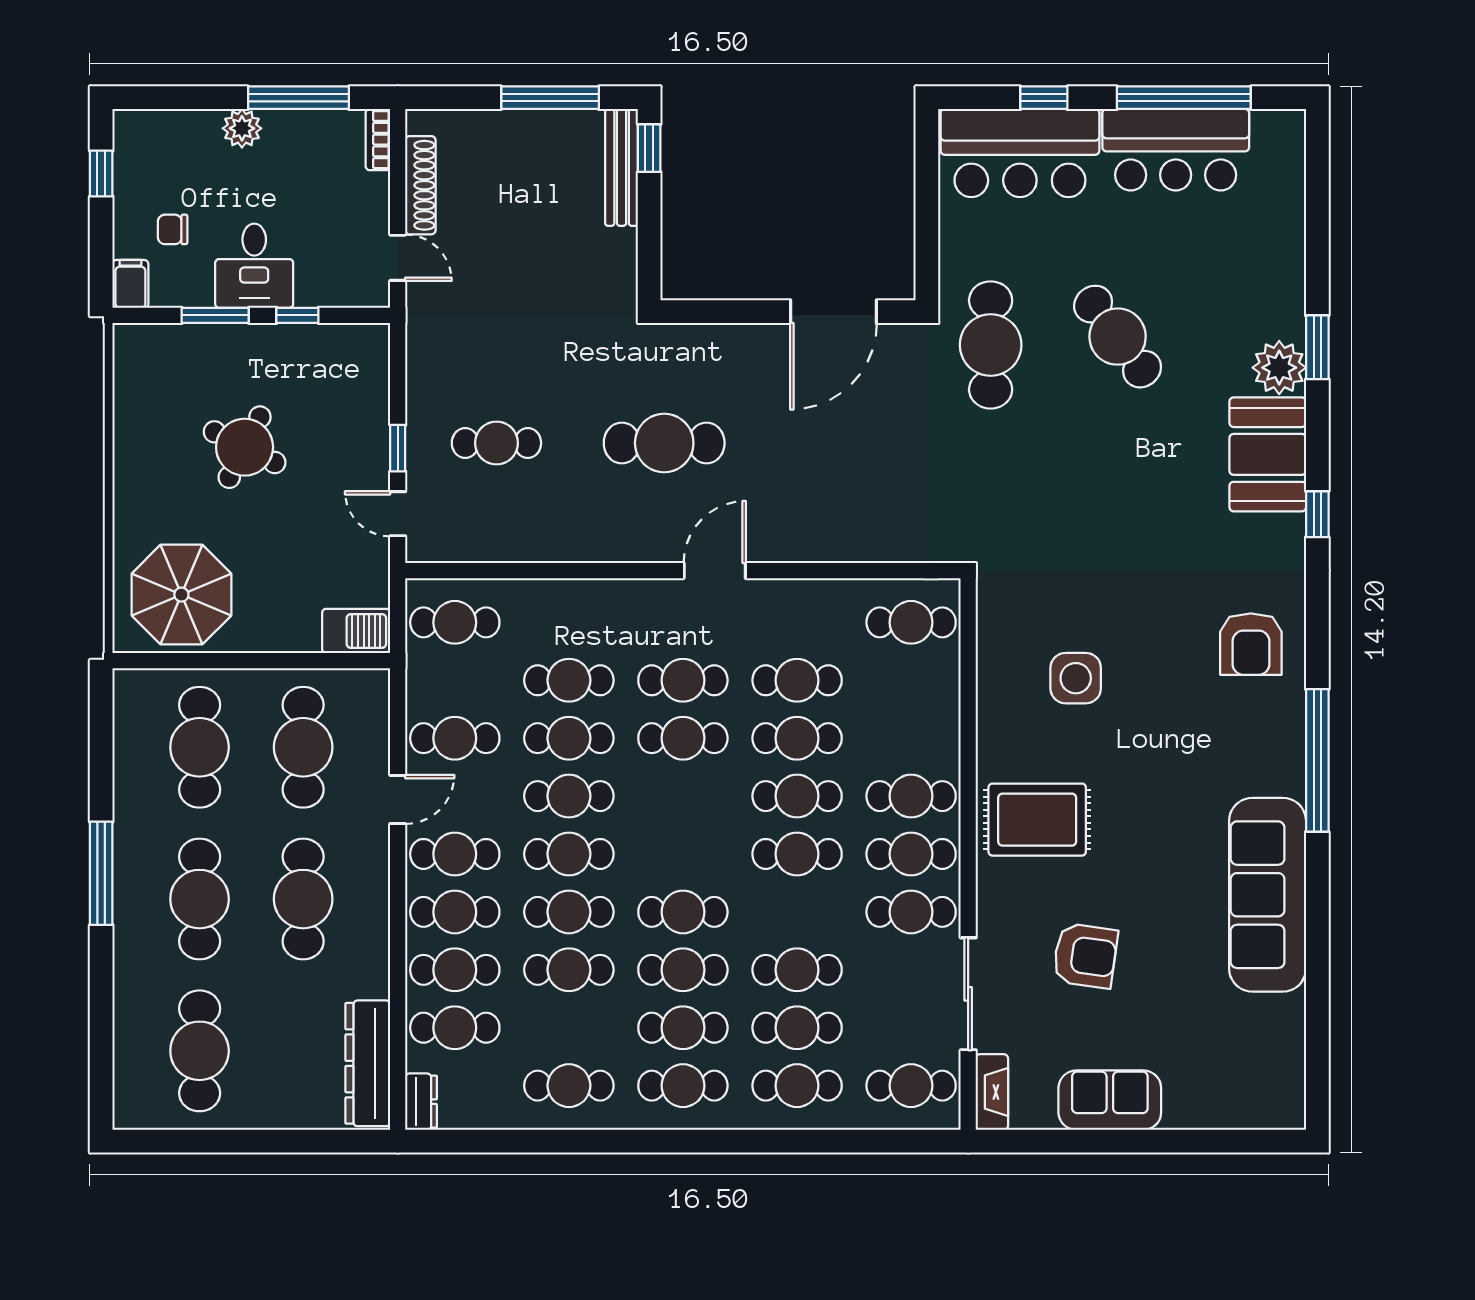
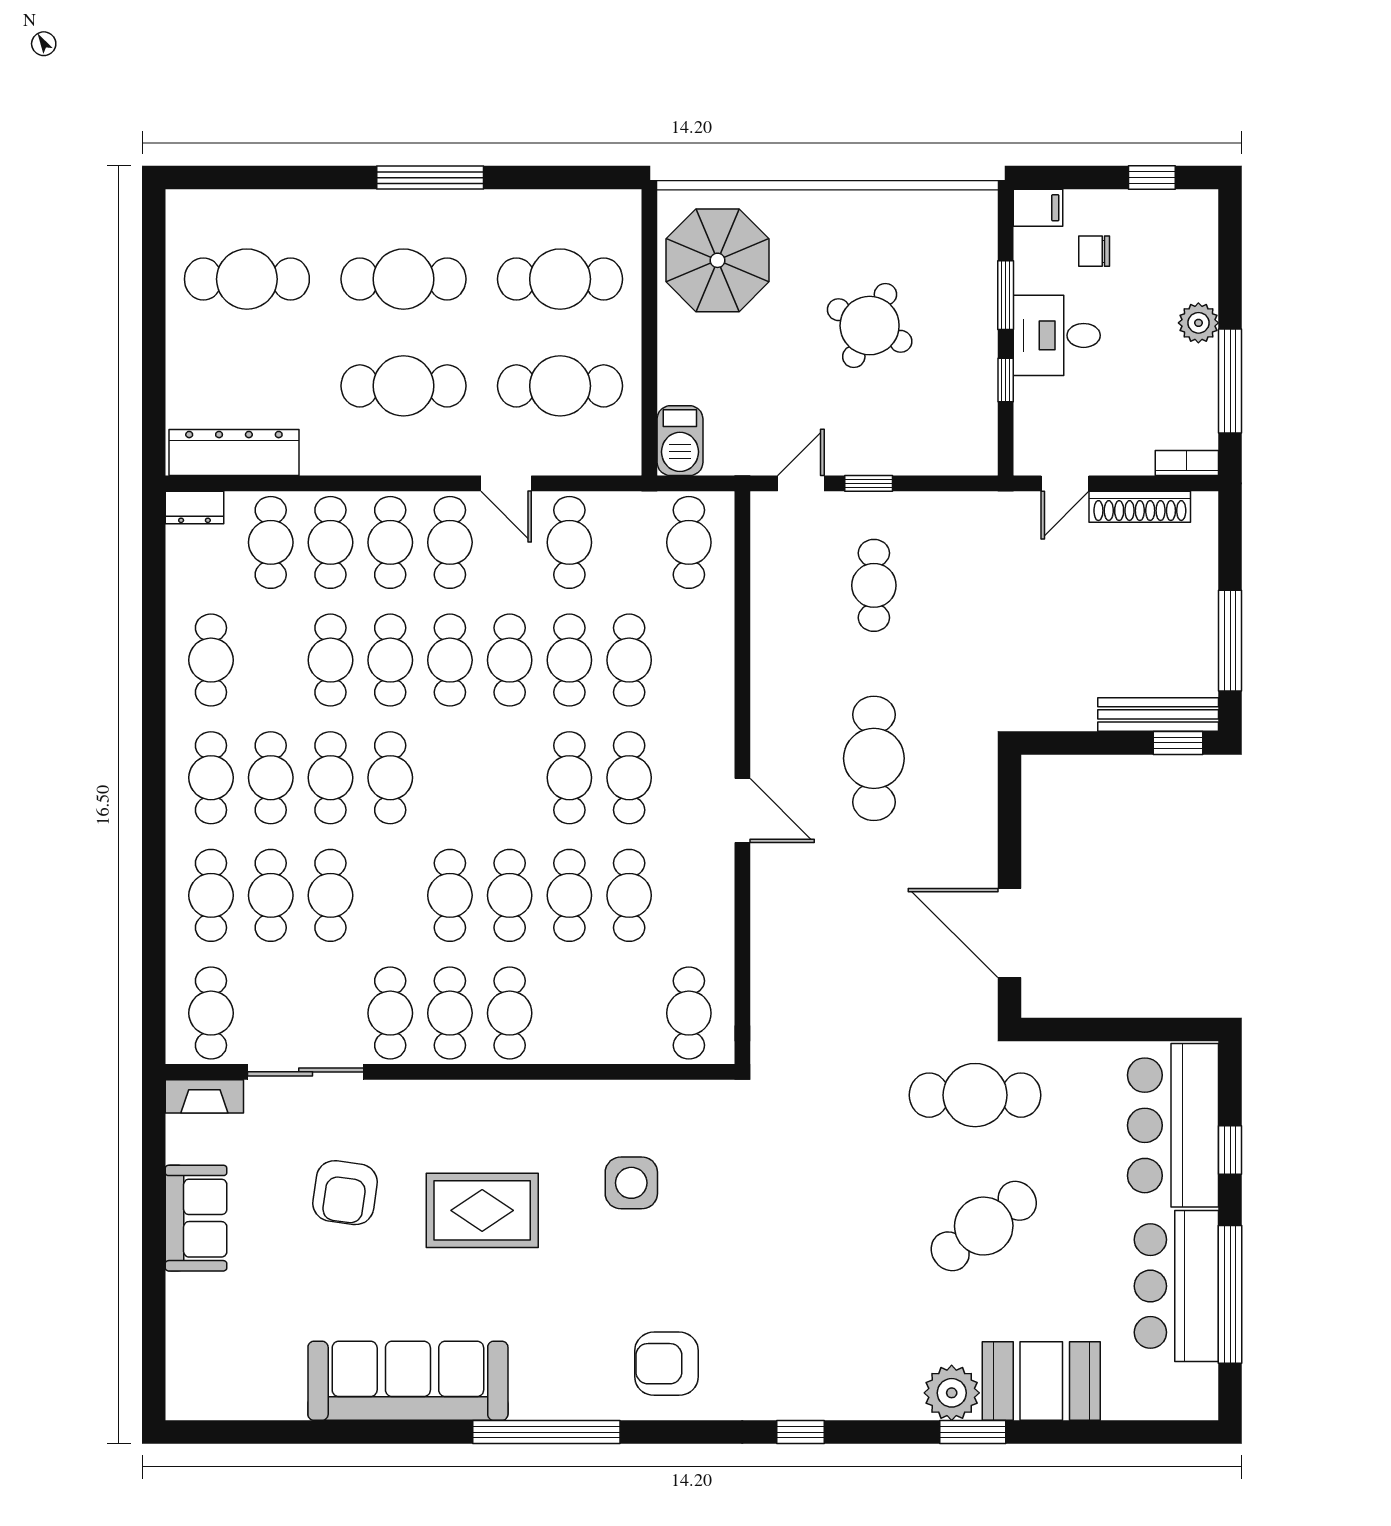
chair: (173, 229) -> (1094, 251), turned -90
booth: (1268, 454) -> (1041, 1381), moved
rug: (1037, 820) -> (482, 1210), moved, turned 90

